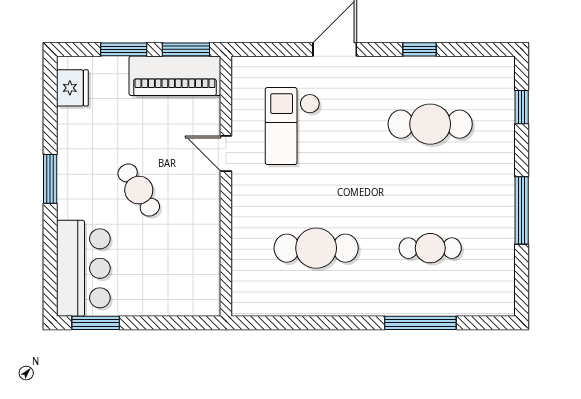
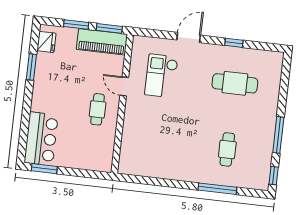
window: (522, 107) -> (274, 176), moved
window: (50, 179) -> (31, 67), moved
cafe table: (139, 190) -> (98, 109), moved, turned 33
cafe table: (316, 248) -> (166, 142), removed
cafe table: (430, 248) -> (227, 149), turned 90

